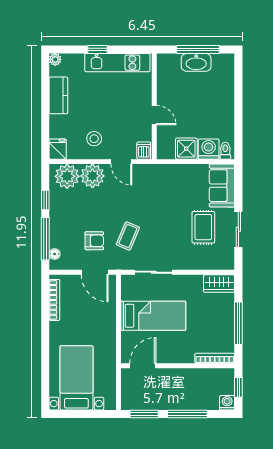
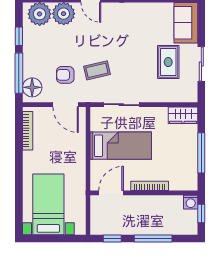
coffee table: (128, 236) -> (97, 70), turned 54
armchair: (94, 241) -> (65, 75), turned 180
floor lamp: (55, 254) -> (32, 87), width x1.89, depth x1.89
bookcase: (215, 358) -> (150, 186), moved
washing machine: (227, 403) -> (191, 202), moved, turned 180
window: (144, 414) -> (112, 239), width x0.67

